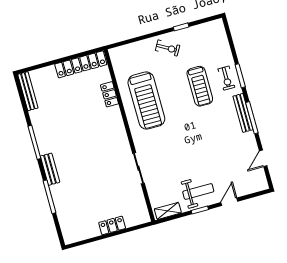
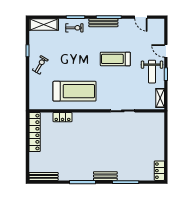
shelving: (220, 38) -> (44, 25), added
treadmill: (200, 86) -> (115, 59), moved, turned 180
weight bench: (198, 191) -> (152, 72), turned 180
locker: (112, 225) -> (159, 171), moved

